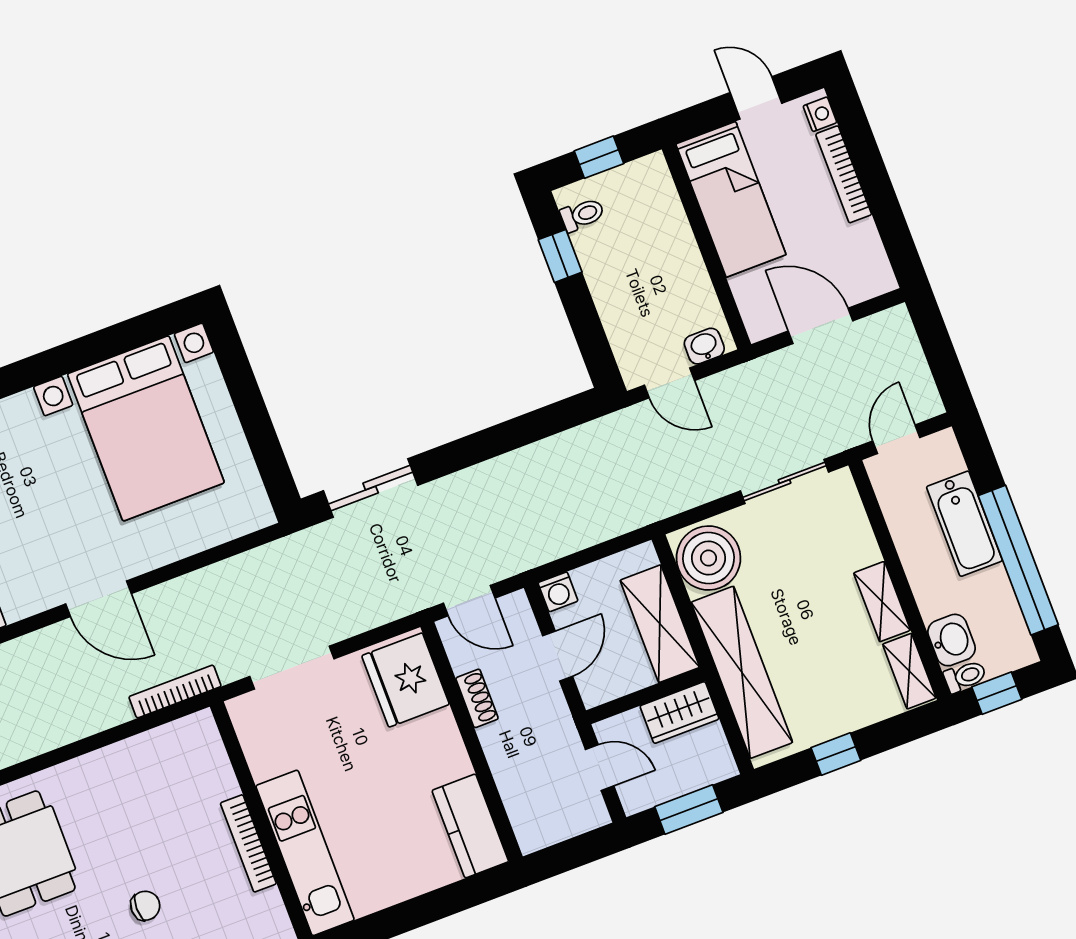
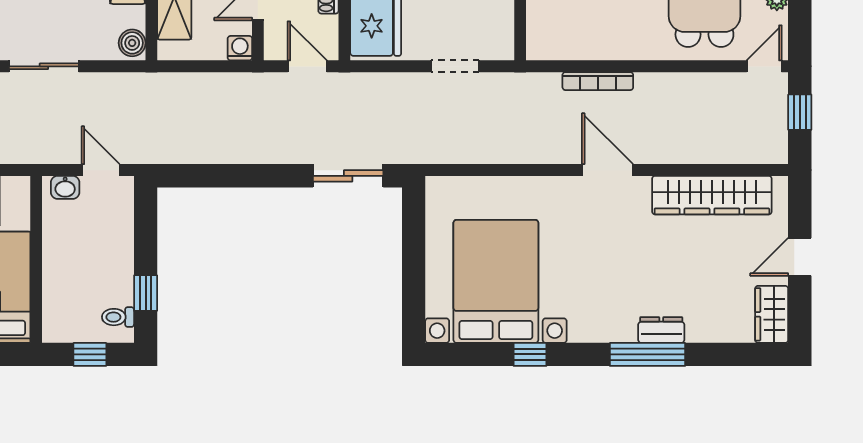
window: (72, 356) -> (530, 354), added
boiler: (708, 558) -> (132, 43), width x0.54, depth x0.54
door: (99, 599) -> (607, 170), moved
doorway: (292, 668) -> (455, 66), width x0.73
bookcase: (175, 692) -> (598, 81), moved

